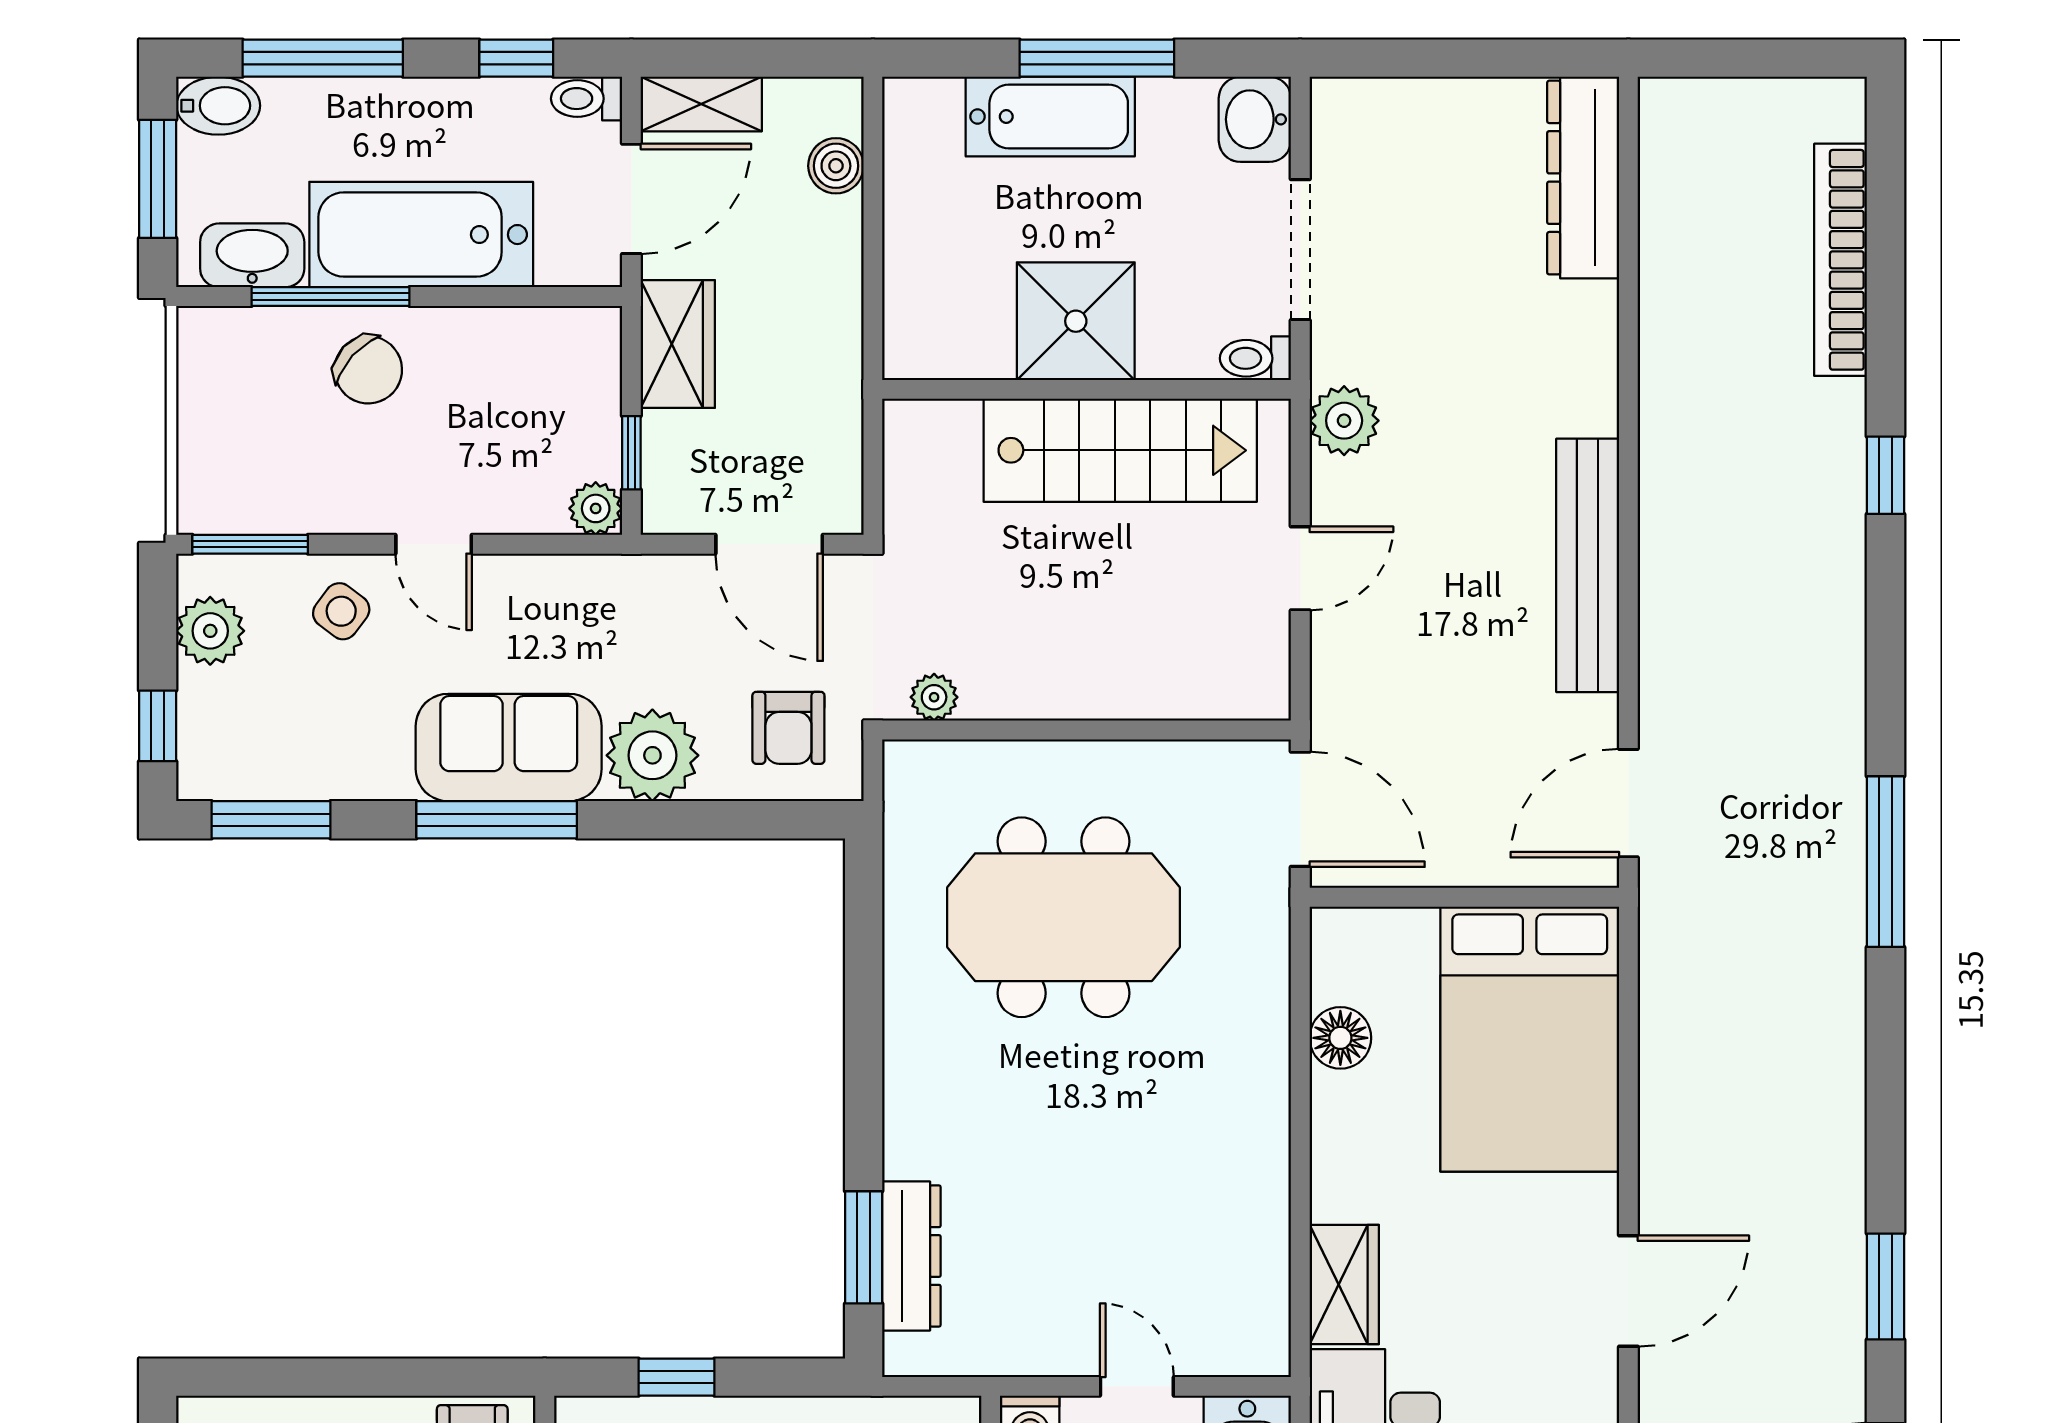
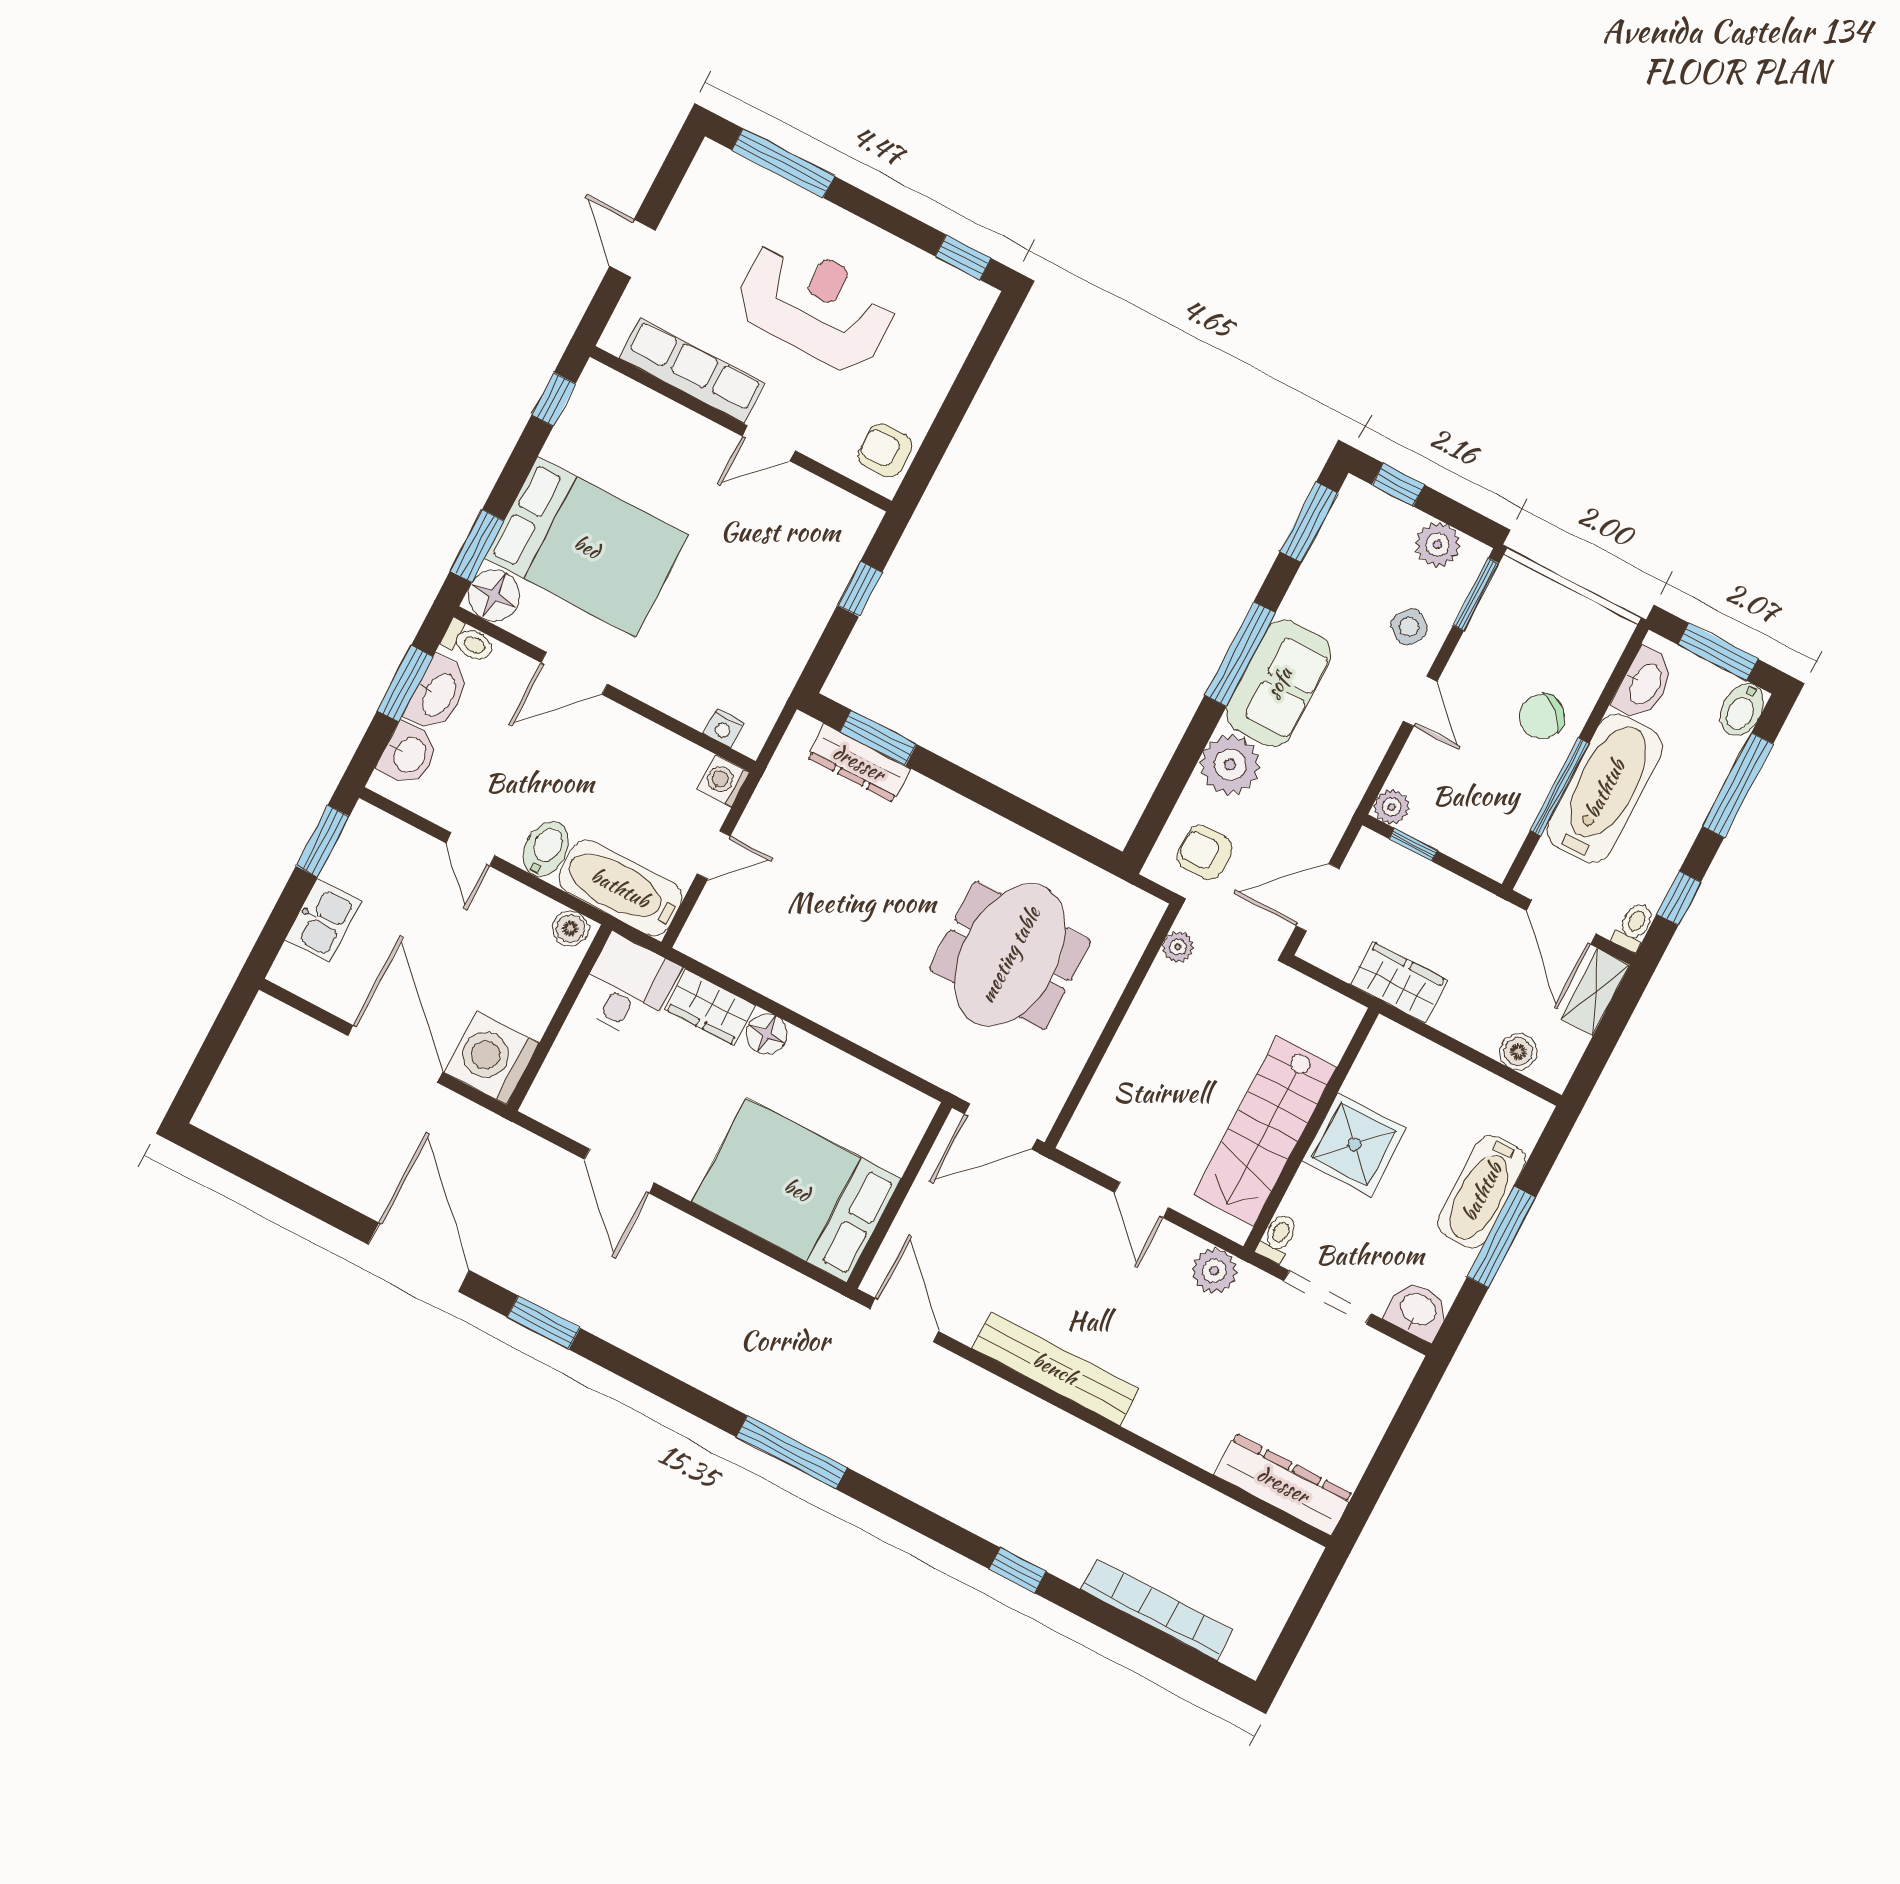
window: (330, 297) -> (1560, 787), moved
wardrobe: (678, 344) -> (1399, 982), moved, turned 180
door: (434, 544) -> (1420, 701), swing flipped
floor lamp: (1340, 1038) -> (767, 1034), moved

